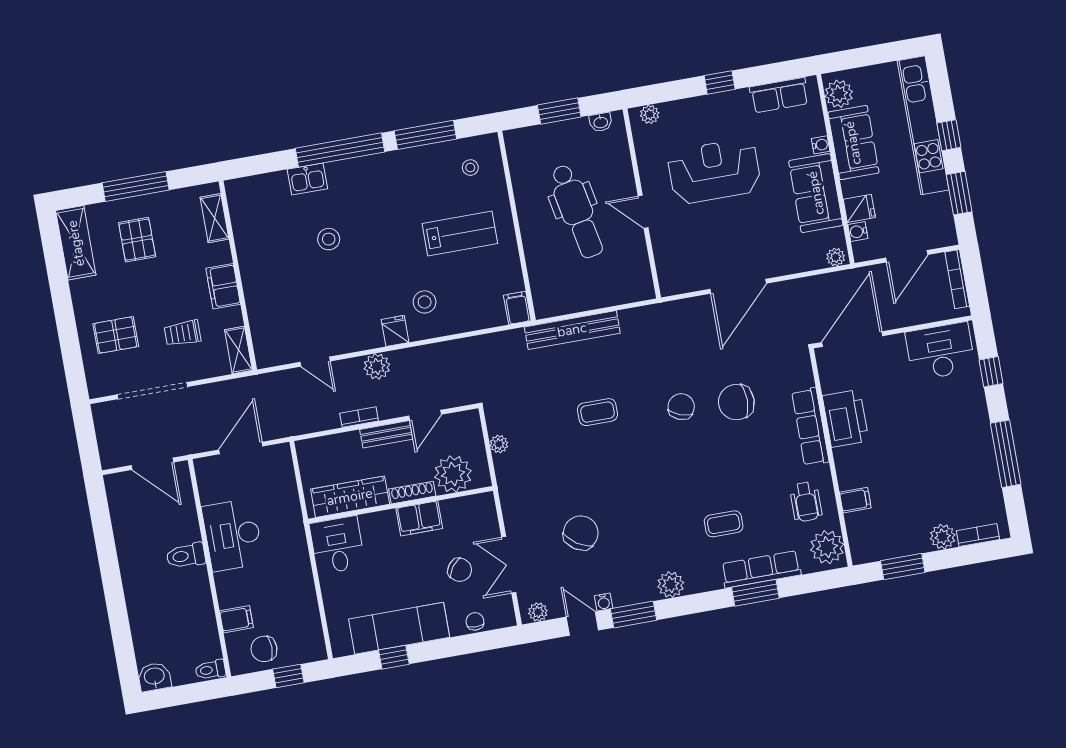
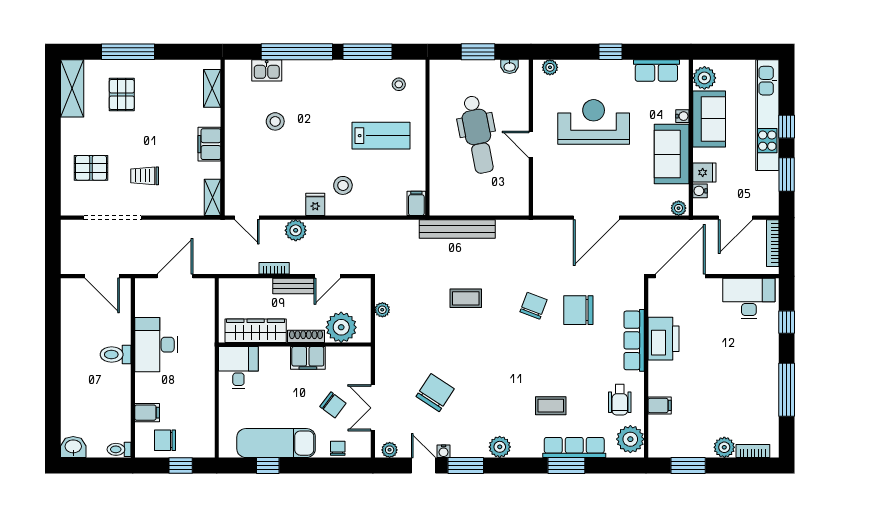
shelving: (214, 218) -> (212, 88), moved
wall: (238, 275) -> (223, 138), moved
filing cabinet: (223, 286) -> (209, 144), moved
shelving: (238, 350) -> (212, 197), moved

